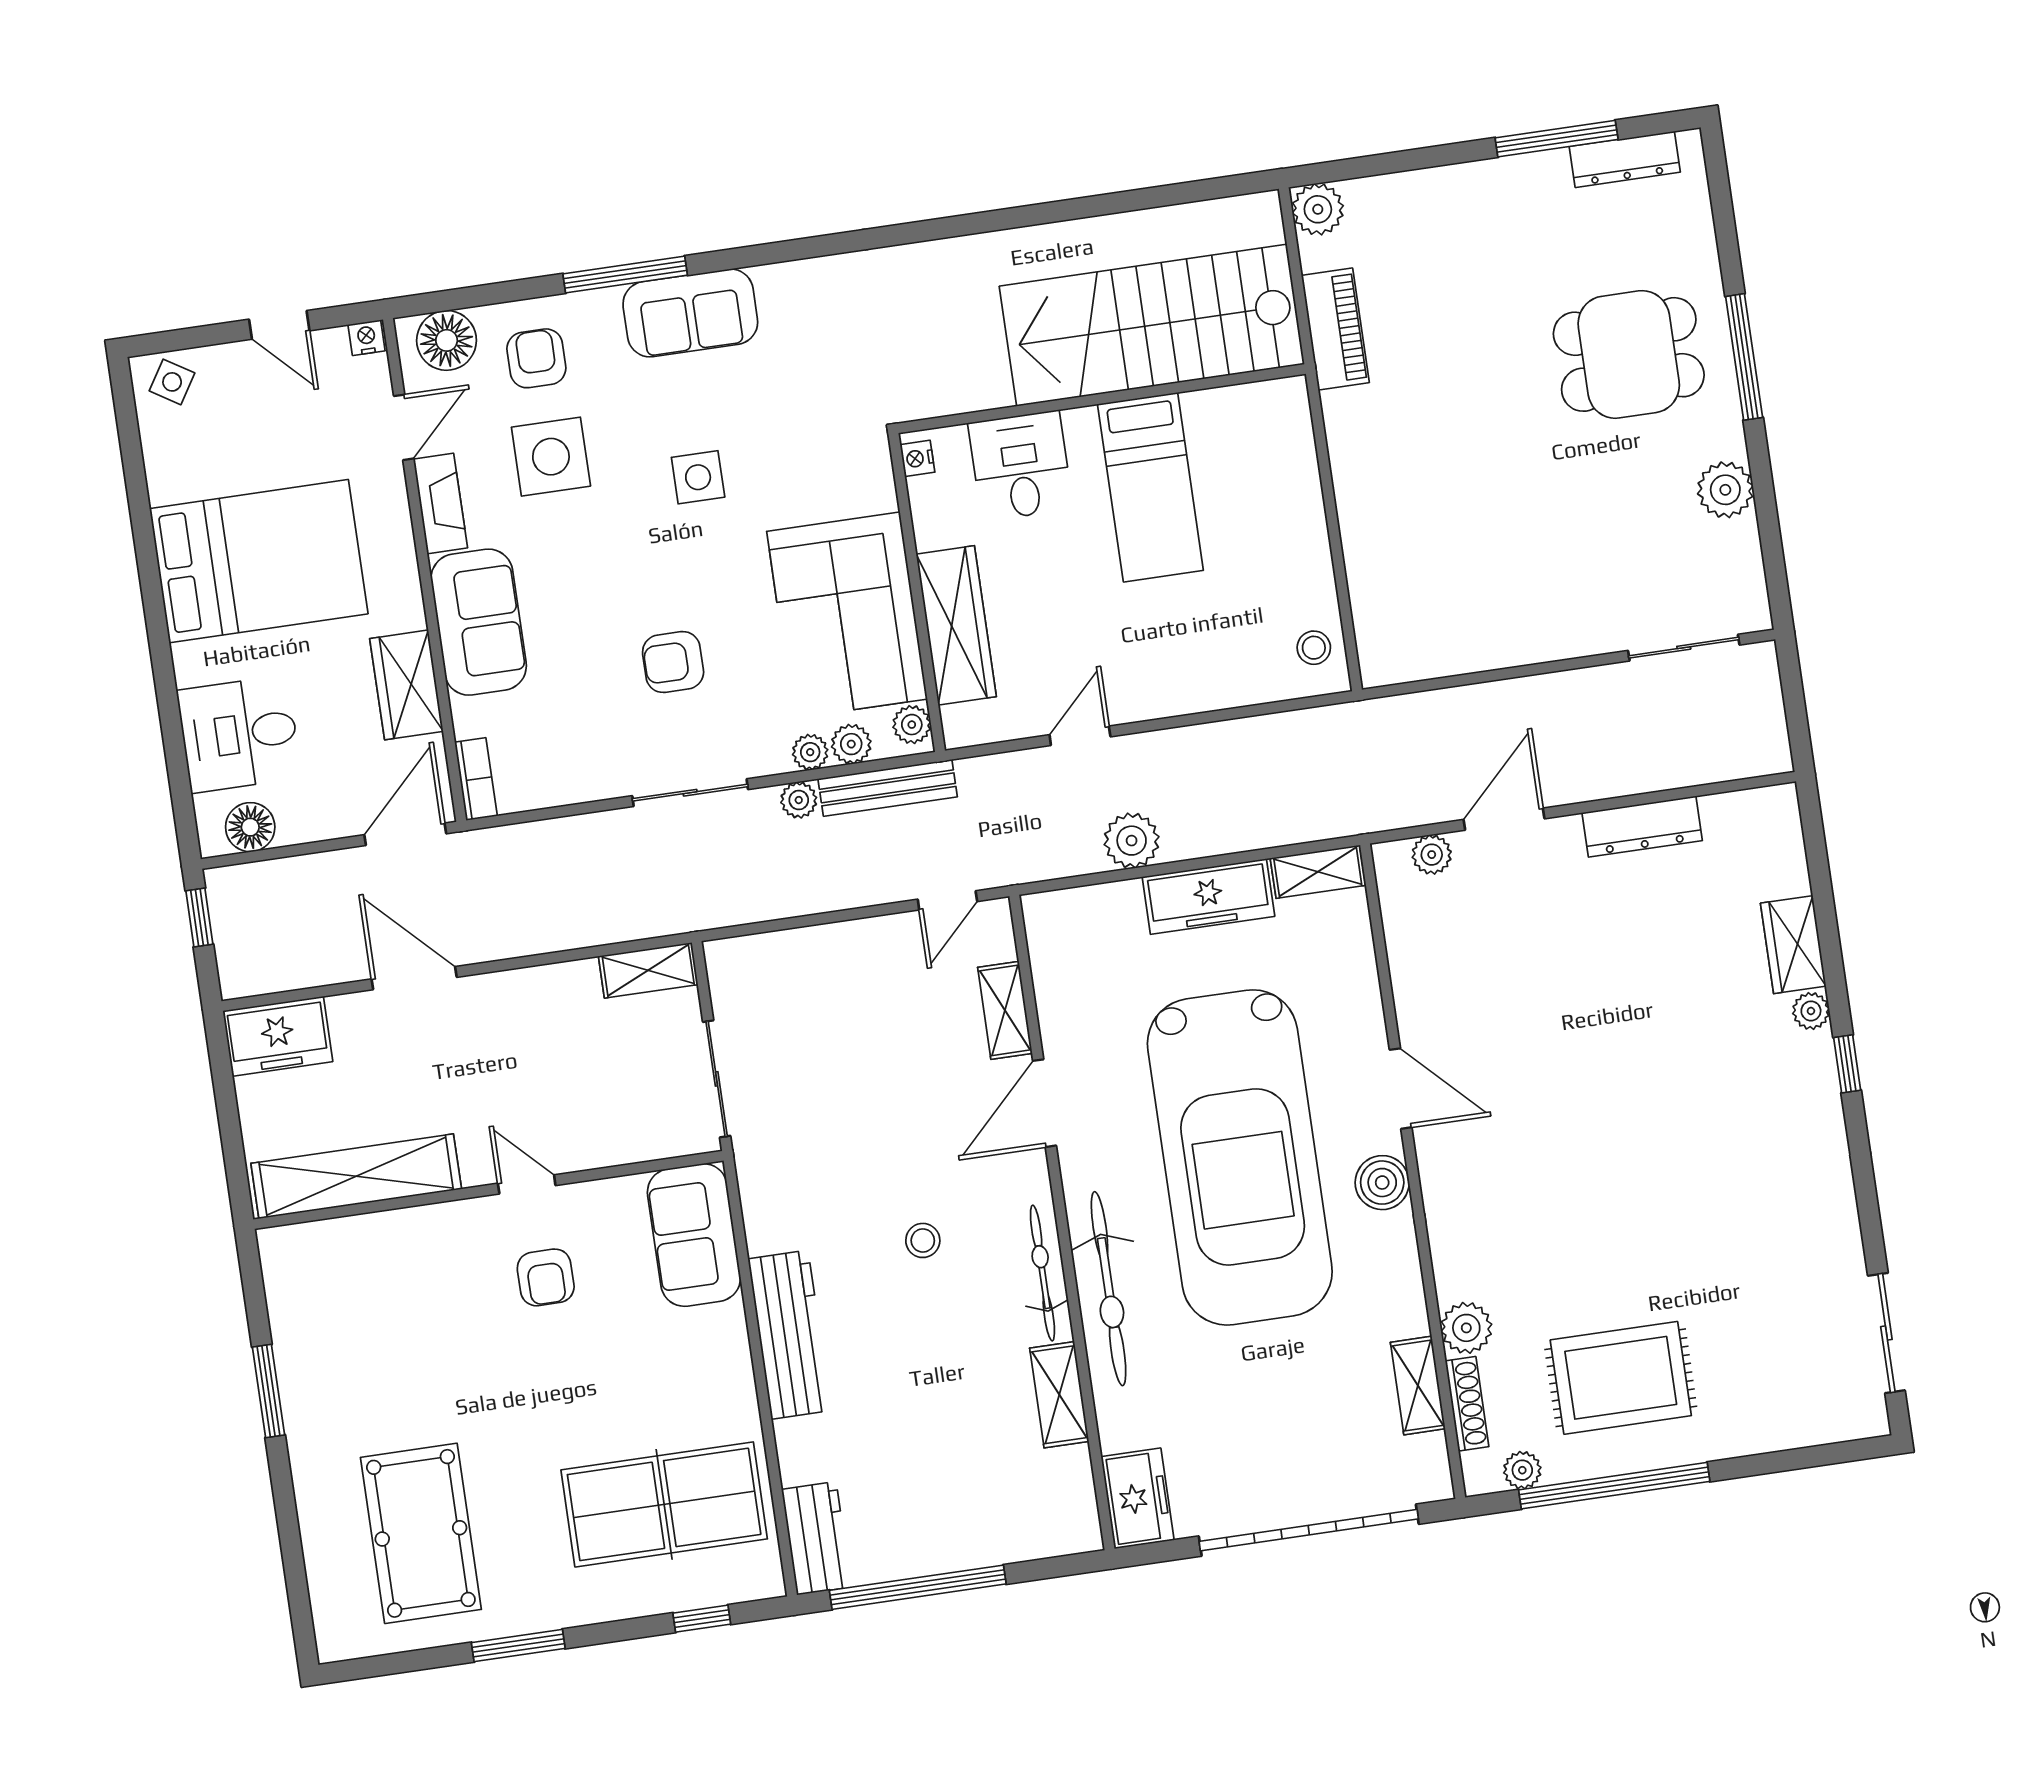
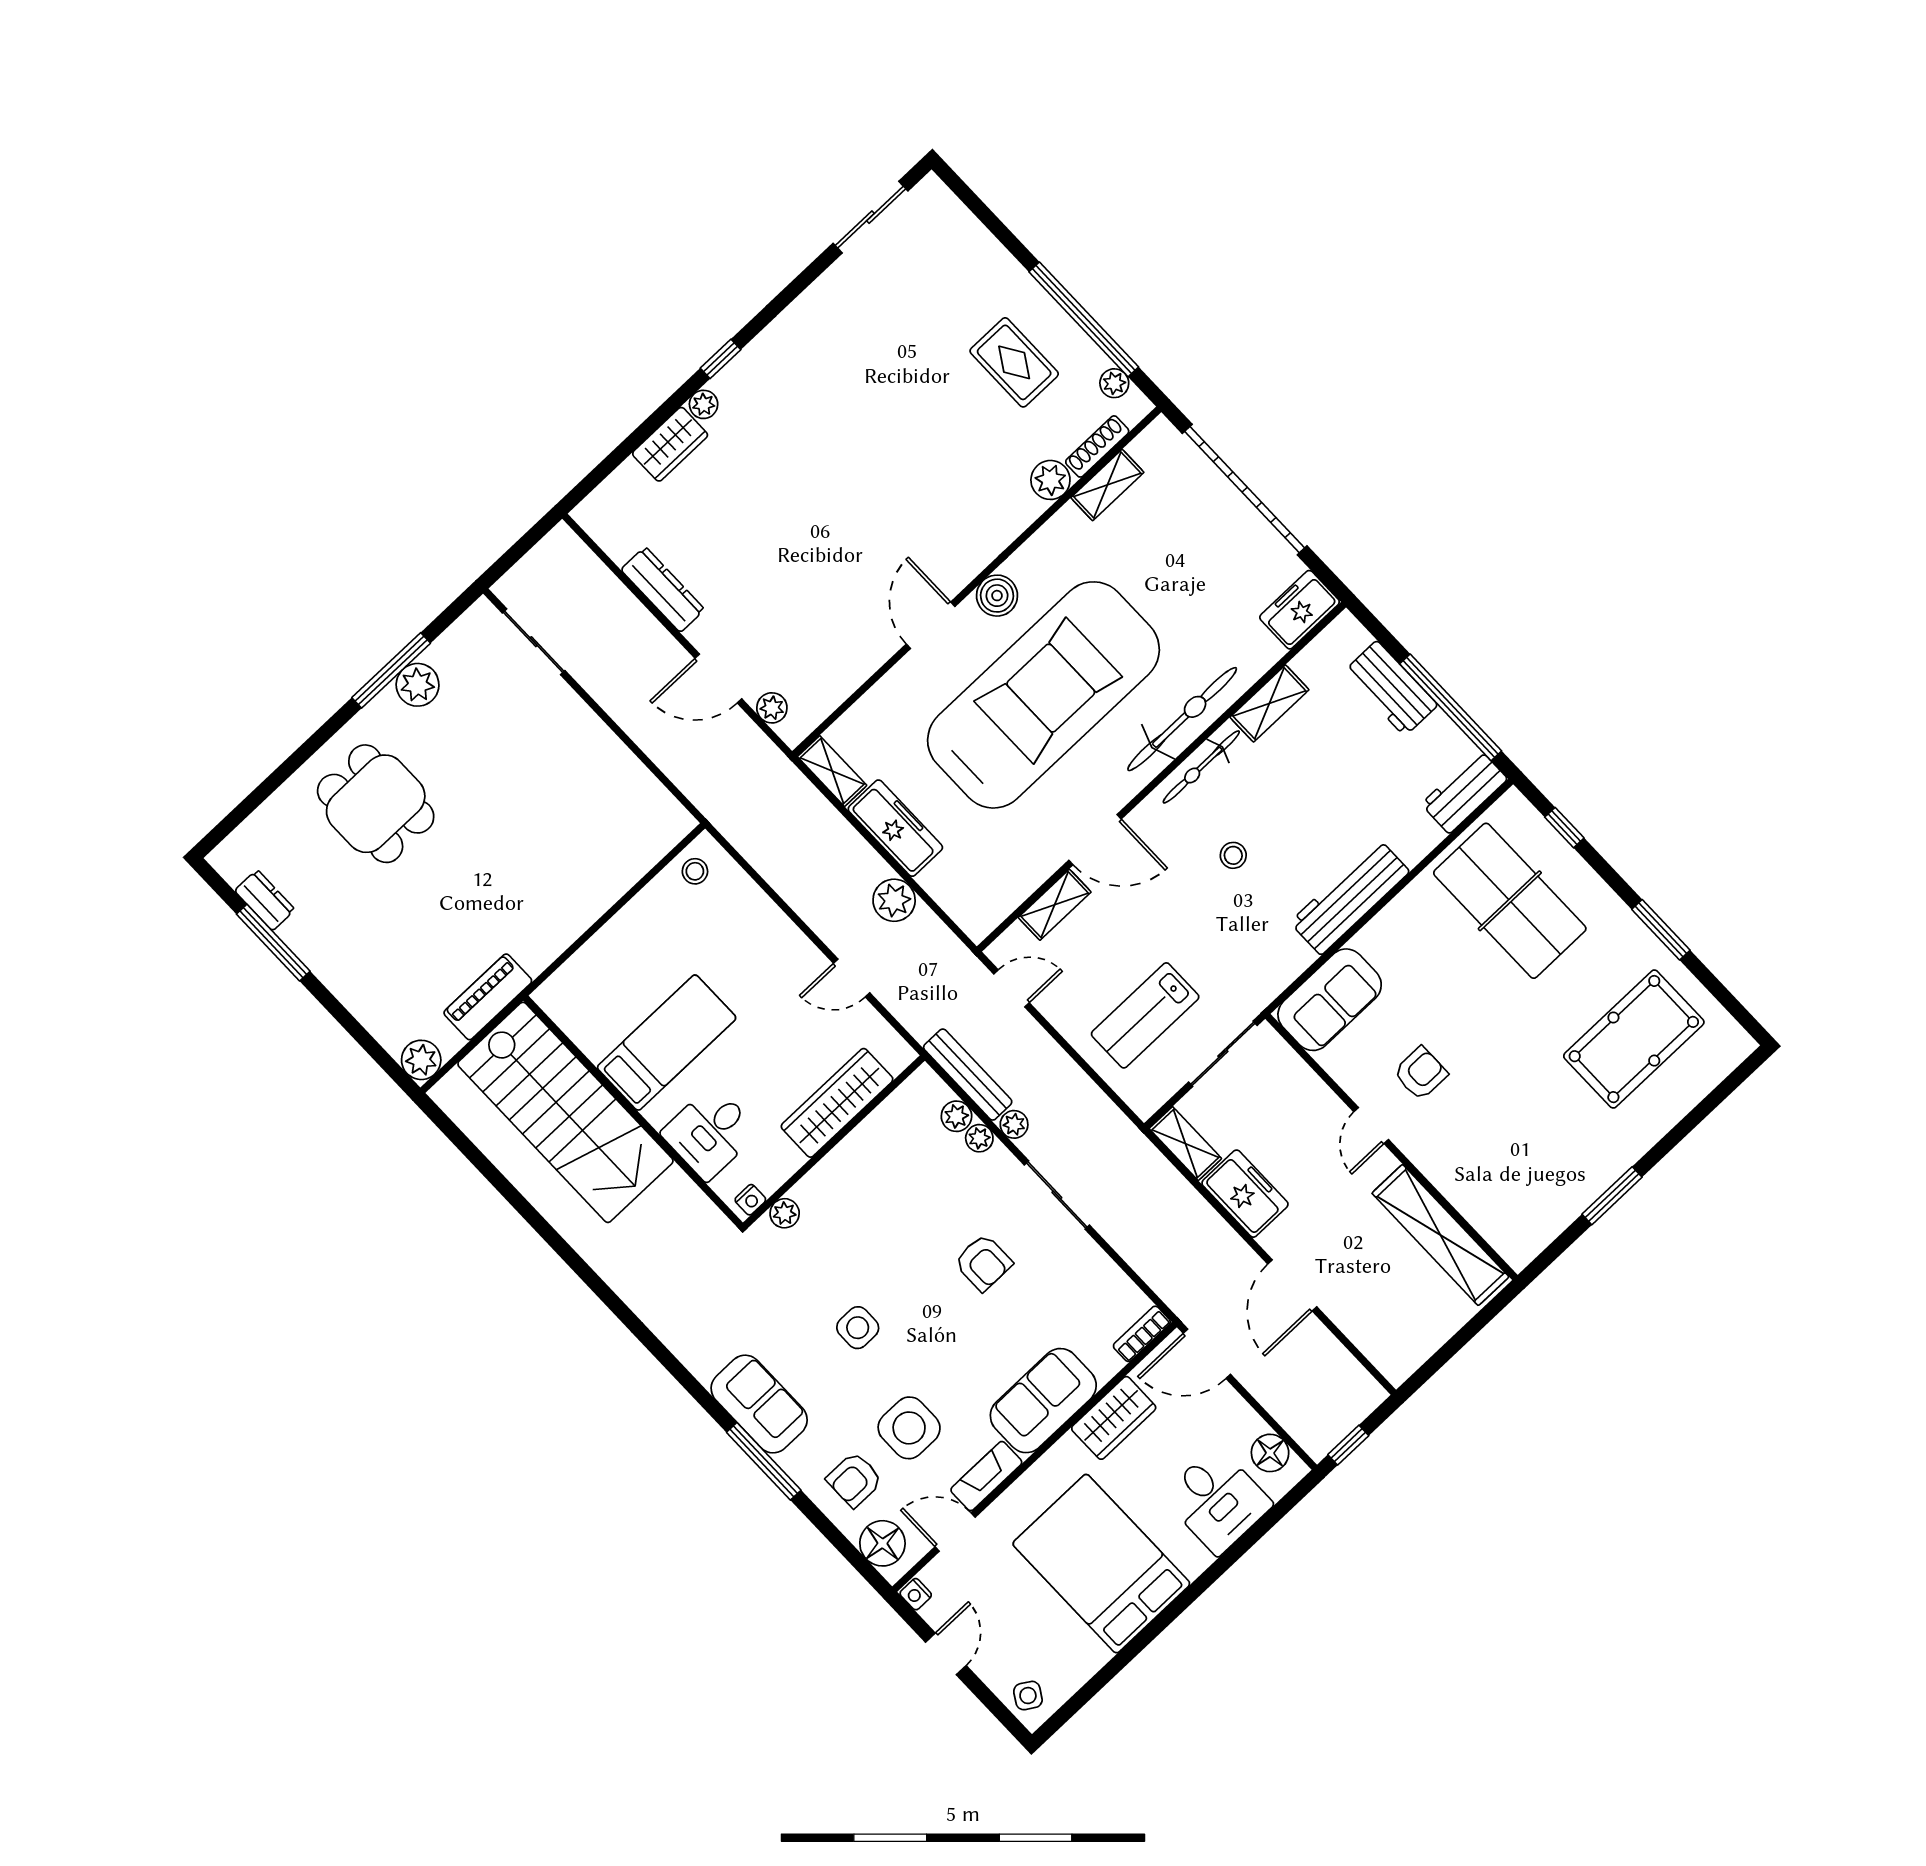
dresser: (1625, 159) -> (265, 900), width x0.70
window: (1744, 357) -> (391, 670), moved
corner sofa: (847, 615) -> (878, 1175), removed
plant: (912, 725) -> (785, 1213), moved
lab bench: (817, 1024) -> (1145, 1015), added
freezer: (278, 1036) -> (1245, 1194), moved
rug: (1621, 1378) -> (1014, 362), width x0.73, depth x0.70
workbench: (984, 1537) -> (1391, 688), added

